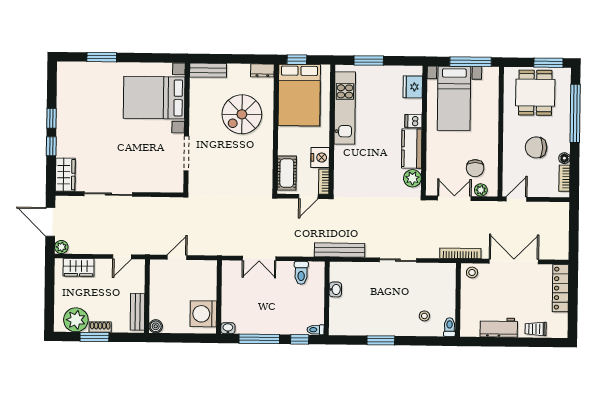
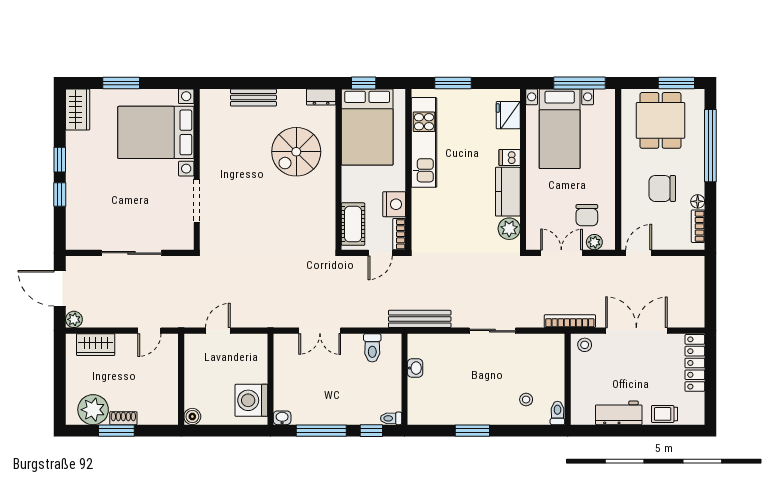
bed with nightstands: (154, 98) -> (156, 132), moved
wall: (187, 128) -> (197, 169), moved
doorway: (186, 153) -> (197, 201), moved
wardrobe: (65, 175) -> (78, 109), moved
bench: (138, 312) -> (170, 399), removed

